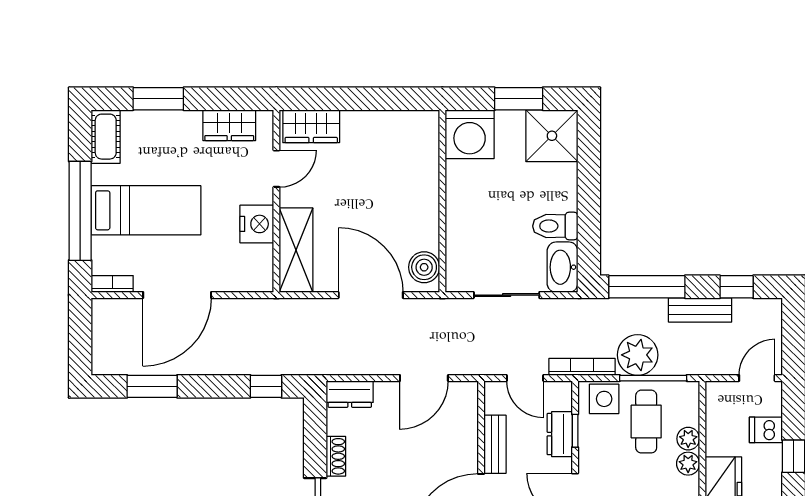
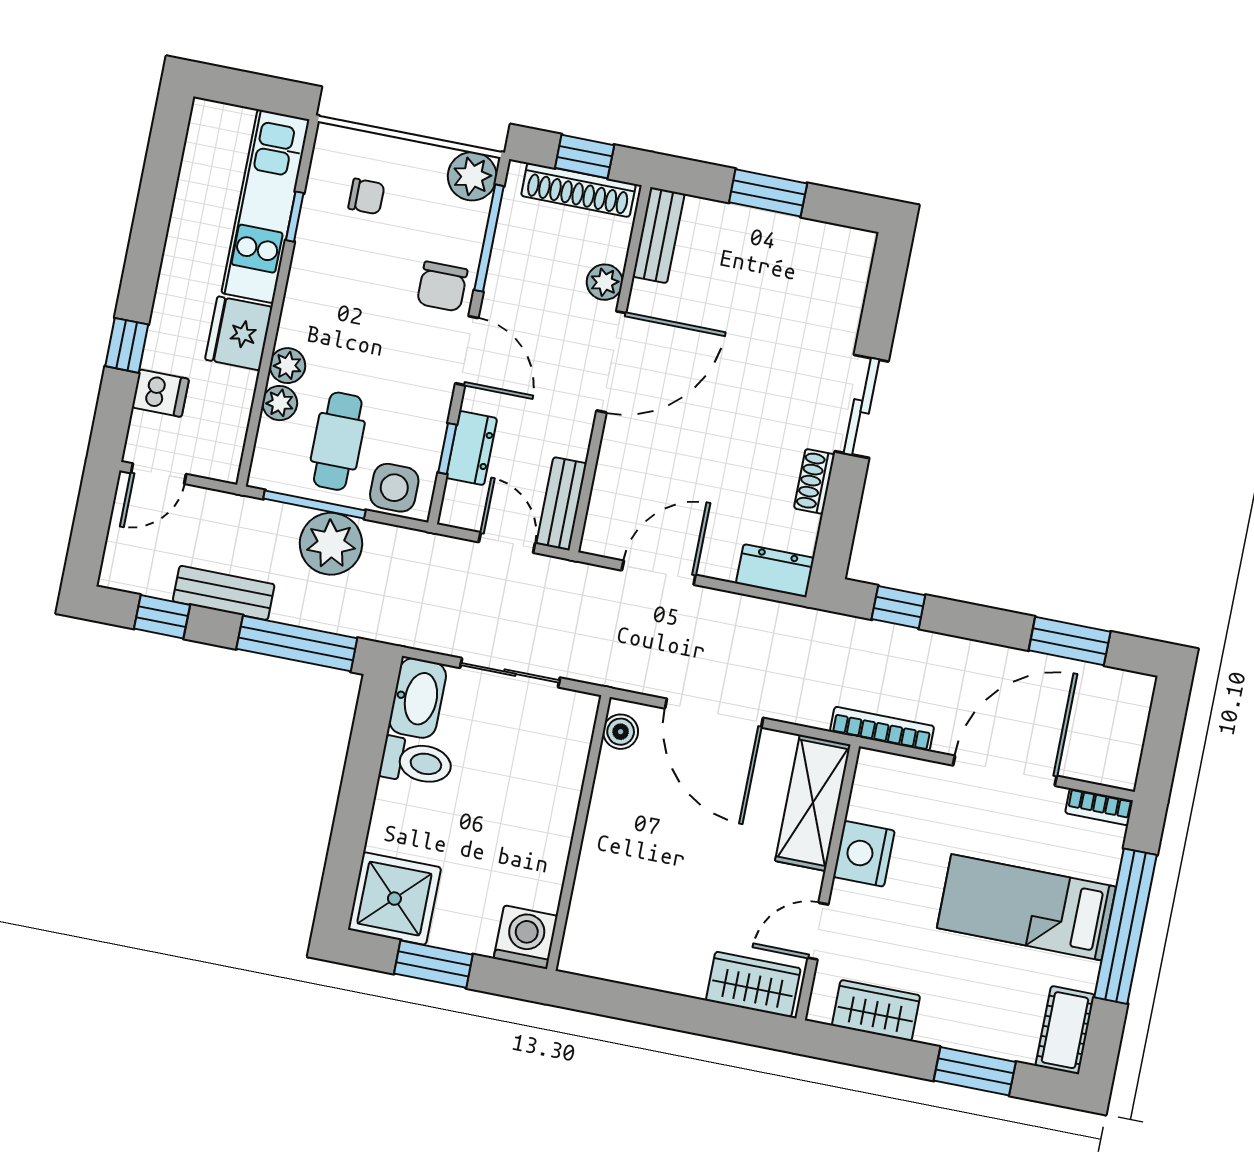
washing machine: (470, 134) -> (526, 937), width x0.73, depth x0.73
boiler: (424, 267) -> (621, 732), width x0.73, depth x0.73
bookcase: (582, 367) -> (882, 729), moved, turned 180
bench: (495, 444) -> (562, 504), moved

